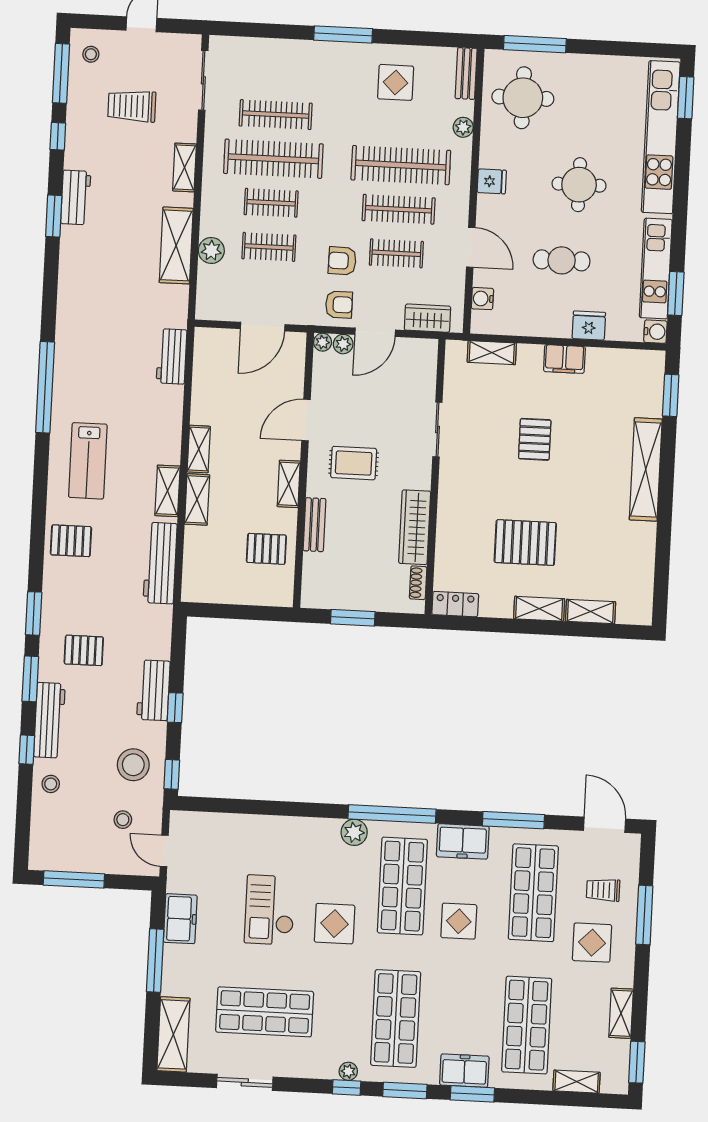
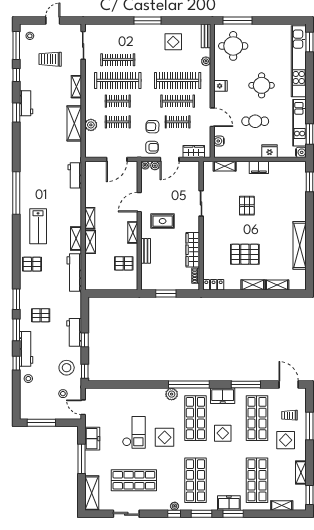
shelving: (646, 469) -> (300, 245), moved
checkout: (270, 910) -> (134, 432), turned 180

